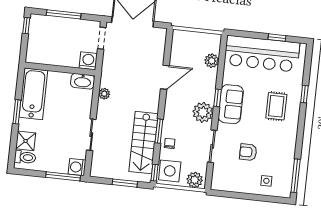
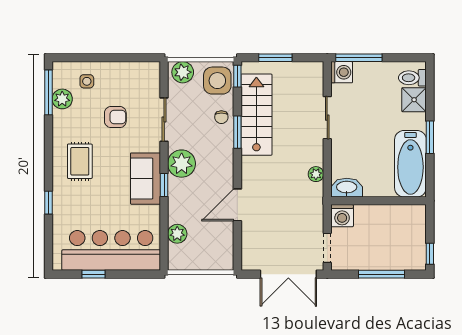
rug: (276, 106) -> (80, 161), moved
plant: (286, 170) -> (62, 99), added

